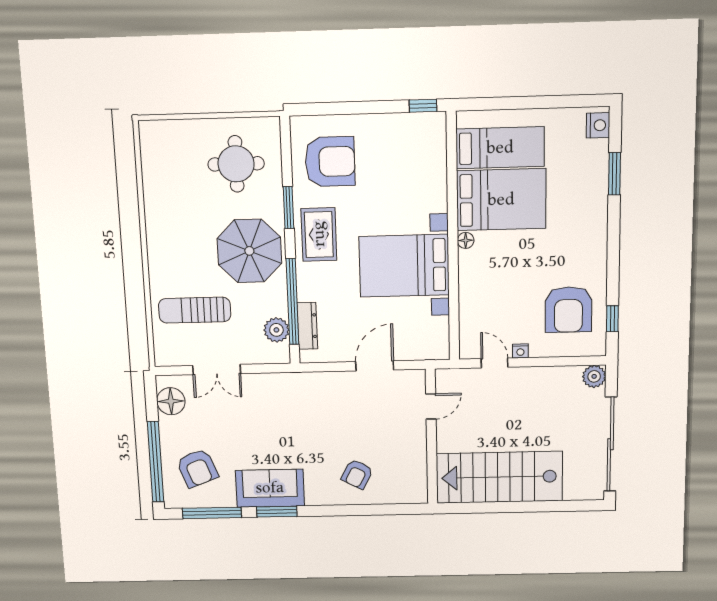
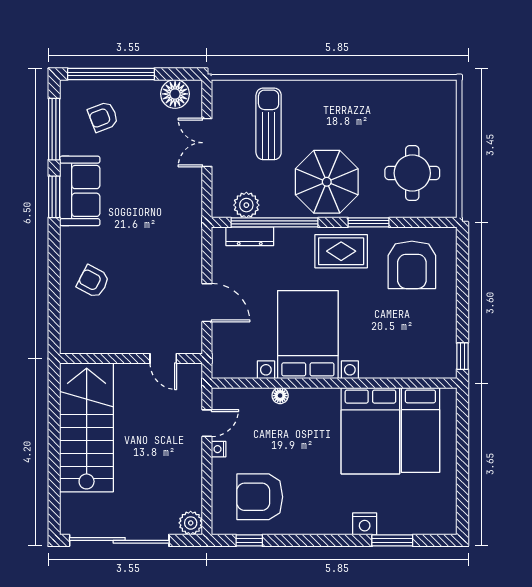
nightstand: (598, 125) -> (365, 524), moved
floor lamp: (466, 240) -> (280, 396), moved
armchair: (197, 468) -> (103, 117), width x0.72, depth x0.72

